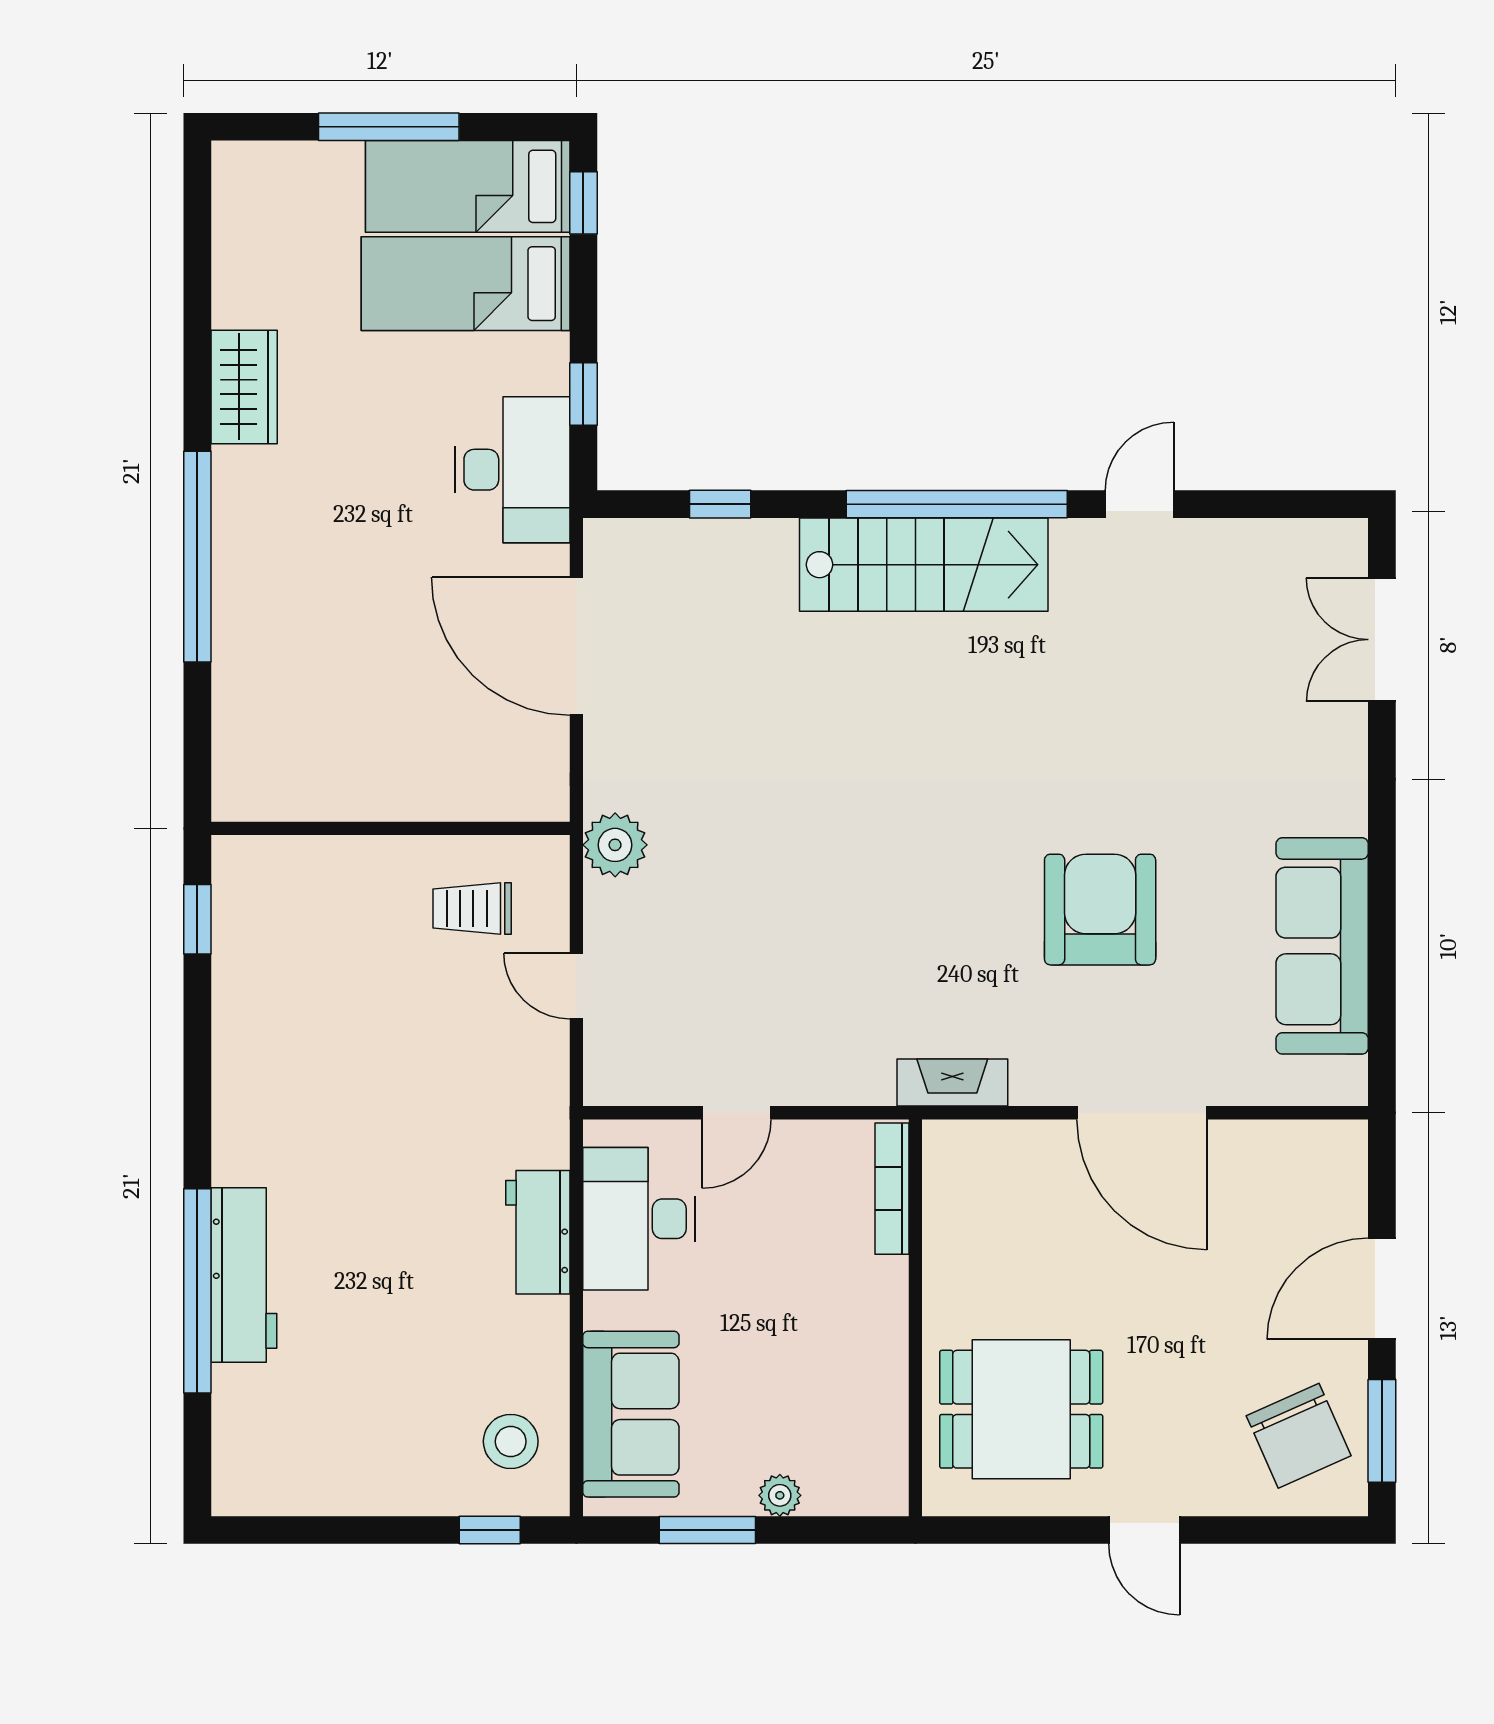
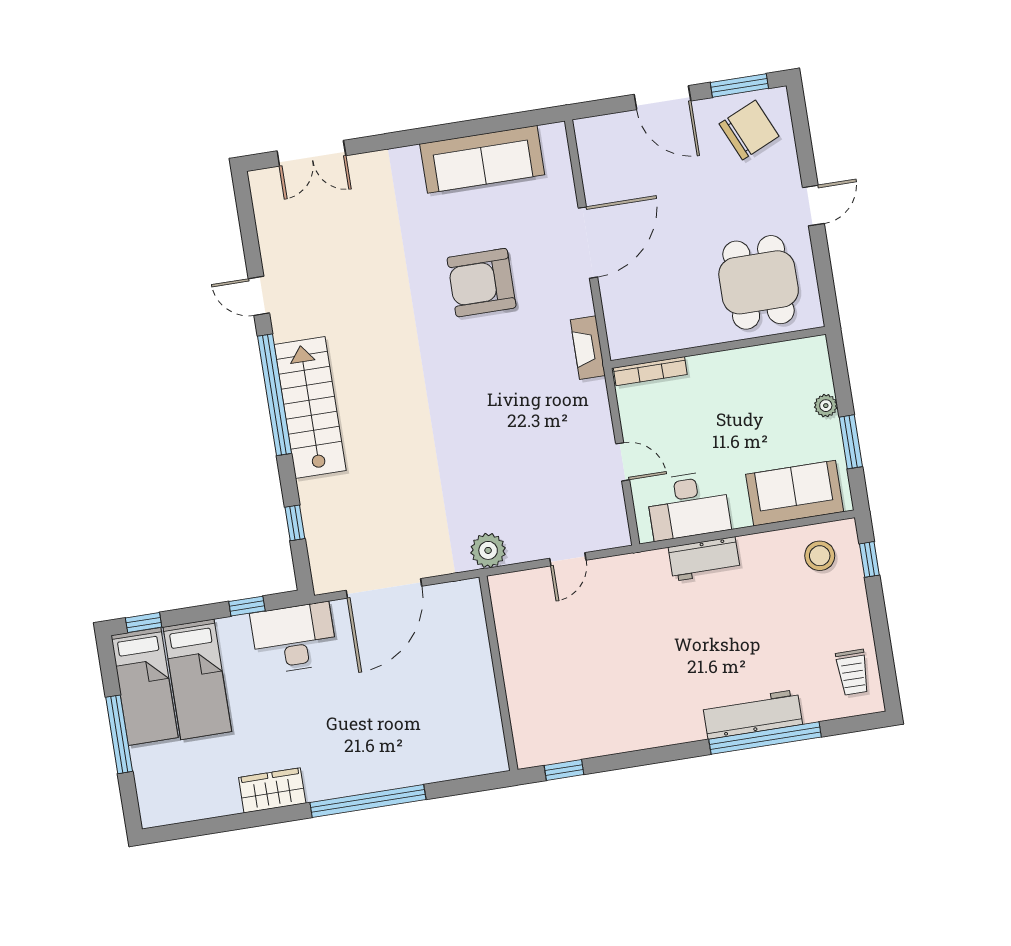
trolley: (472, 908) -> (853, 672), moved

